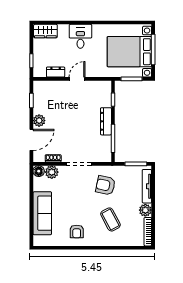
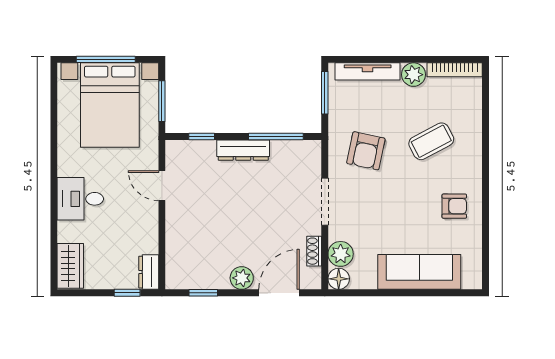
dresser: (56, 72) -> (149, 272), moved
door: (77, 79) -> (162, 186), moved
door: (31, 140) -> (279, 293), hinge flipped

